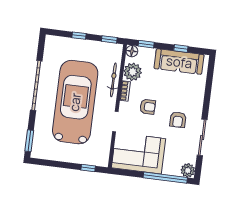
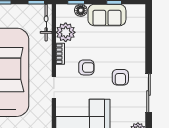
floor lamp: (132, 51) -> (81, 10), moved
sofa: (179, 62) -> (107, 15), width x0.73
bicycle: (113, 80) -> (46, 23), moved

